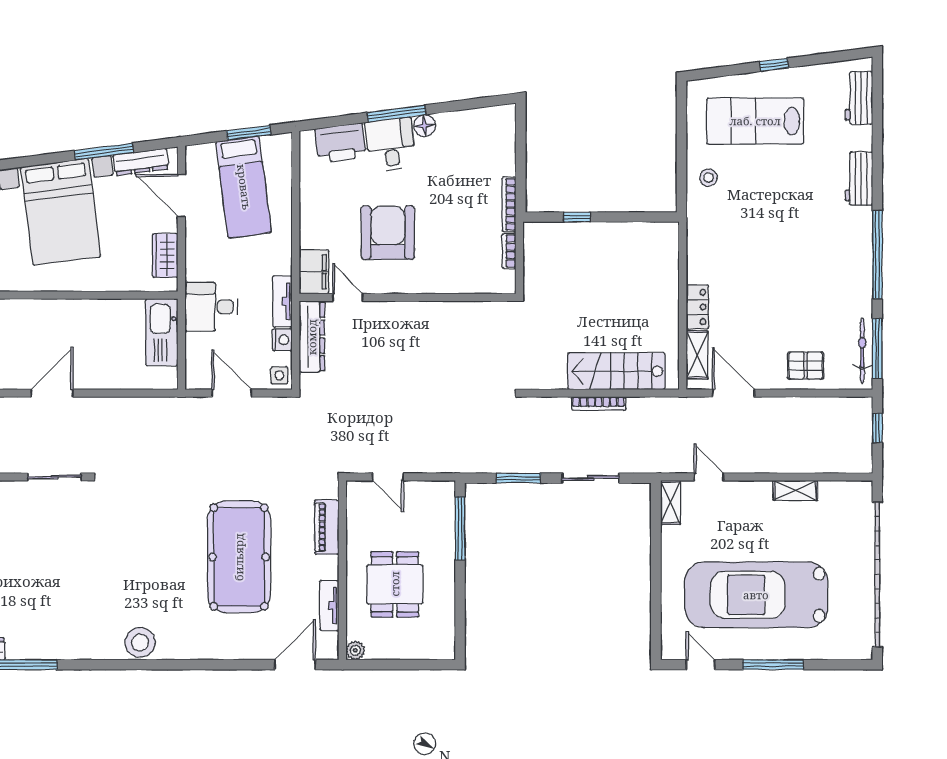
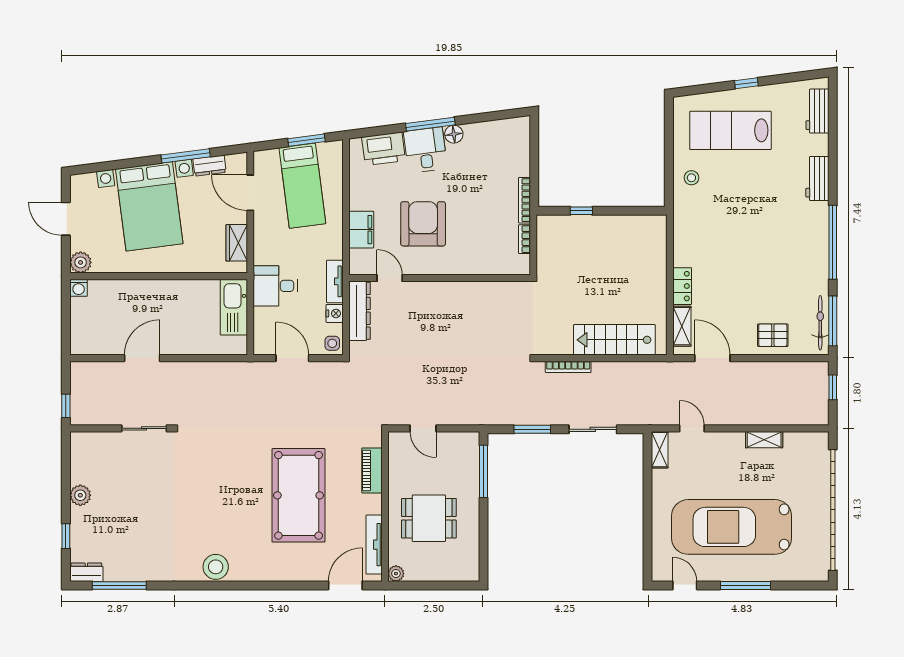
dresser: (141, 162) -> (209, 166), width x0.70
filing cabinet: (314, 272) -> (361, 230), moved
bookcase: (599, 403) -> (568, 367), moved
dining table: (395, 584) -> (429, 518), turned 90
tv unit: (329, 606) -> (374, 545), width x1.41

